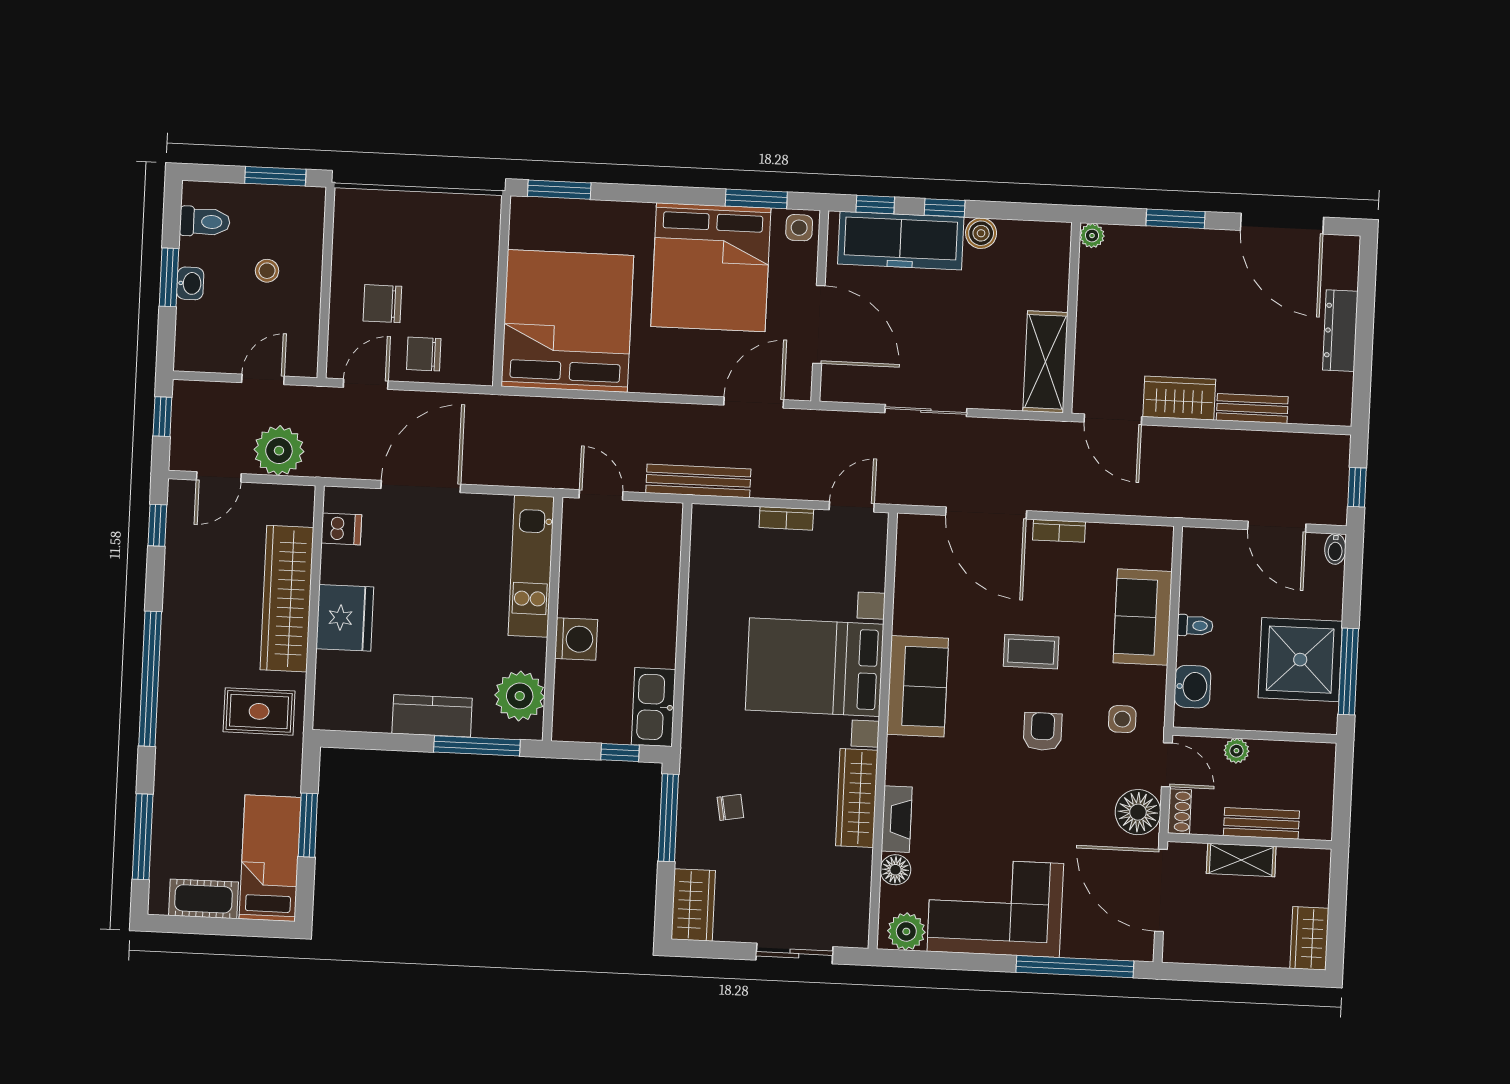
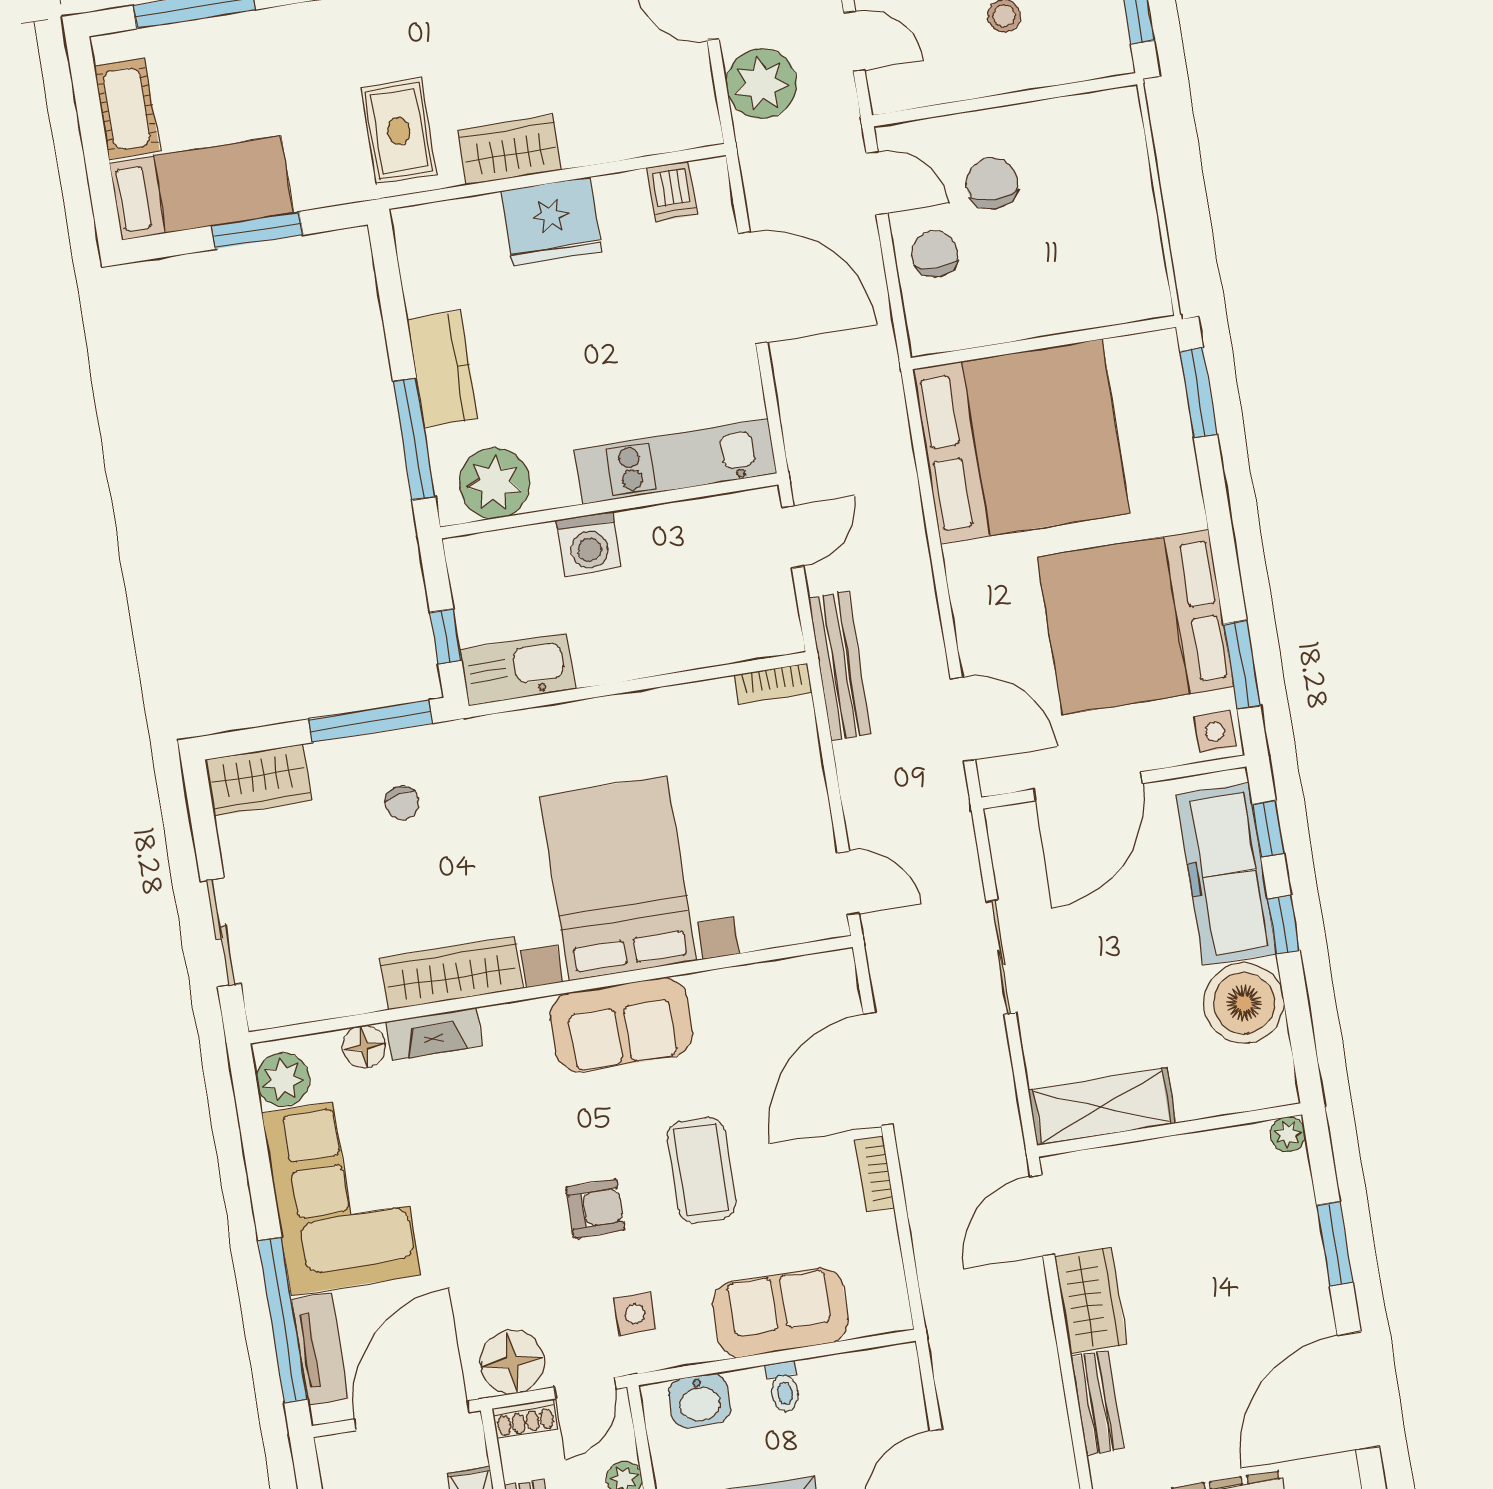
boiler: (981, 233) -> (1244, 1003), width x1.86, depth x1.86
bookcase: (786, 518) -> (773, 684), moved, turned -90
wardrobe: (287, 599) -> (510, 150), width x0.48, depth x0.85
coffee table: (1031, 652) -> (701, 1170), width x1.36, depth x1.30
tv unit: (1101, 945) -> (320, 1349), added

